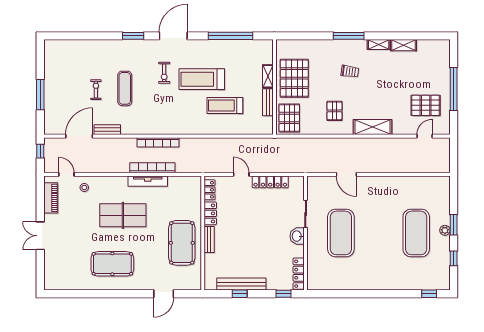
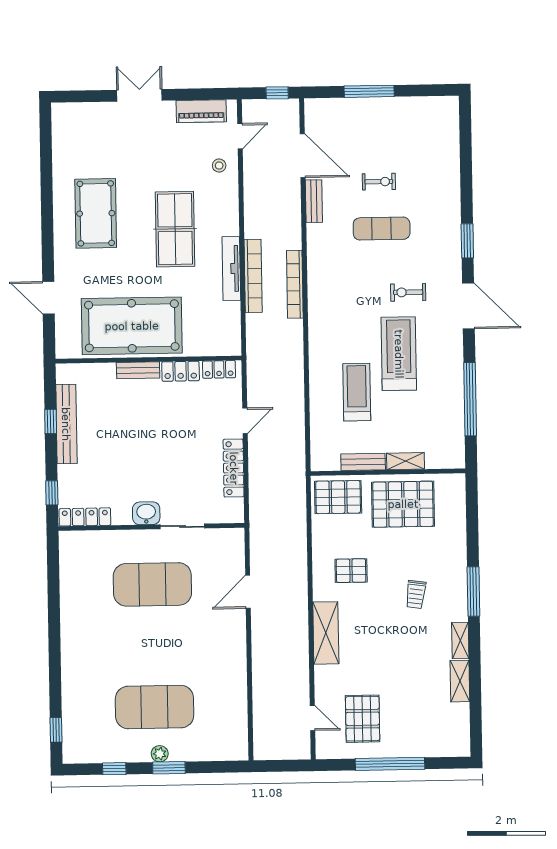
pool table: (182, 243) -> (132, 326), width x1.36, depth x1.32

